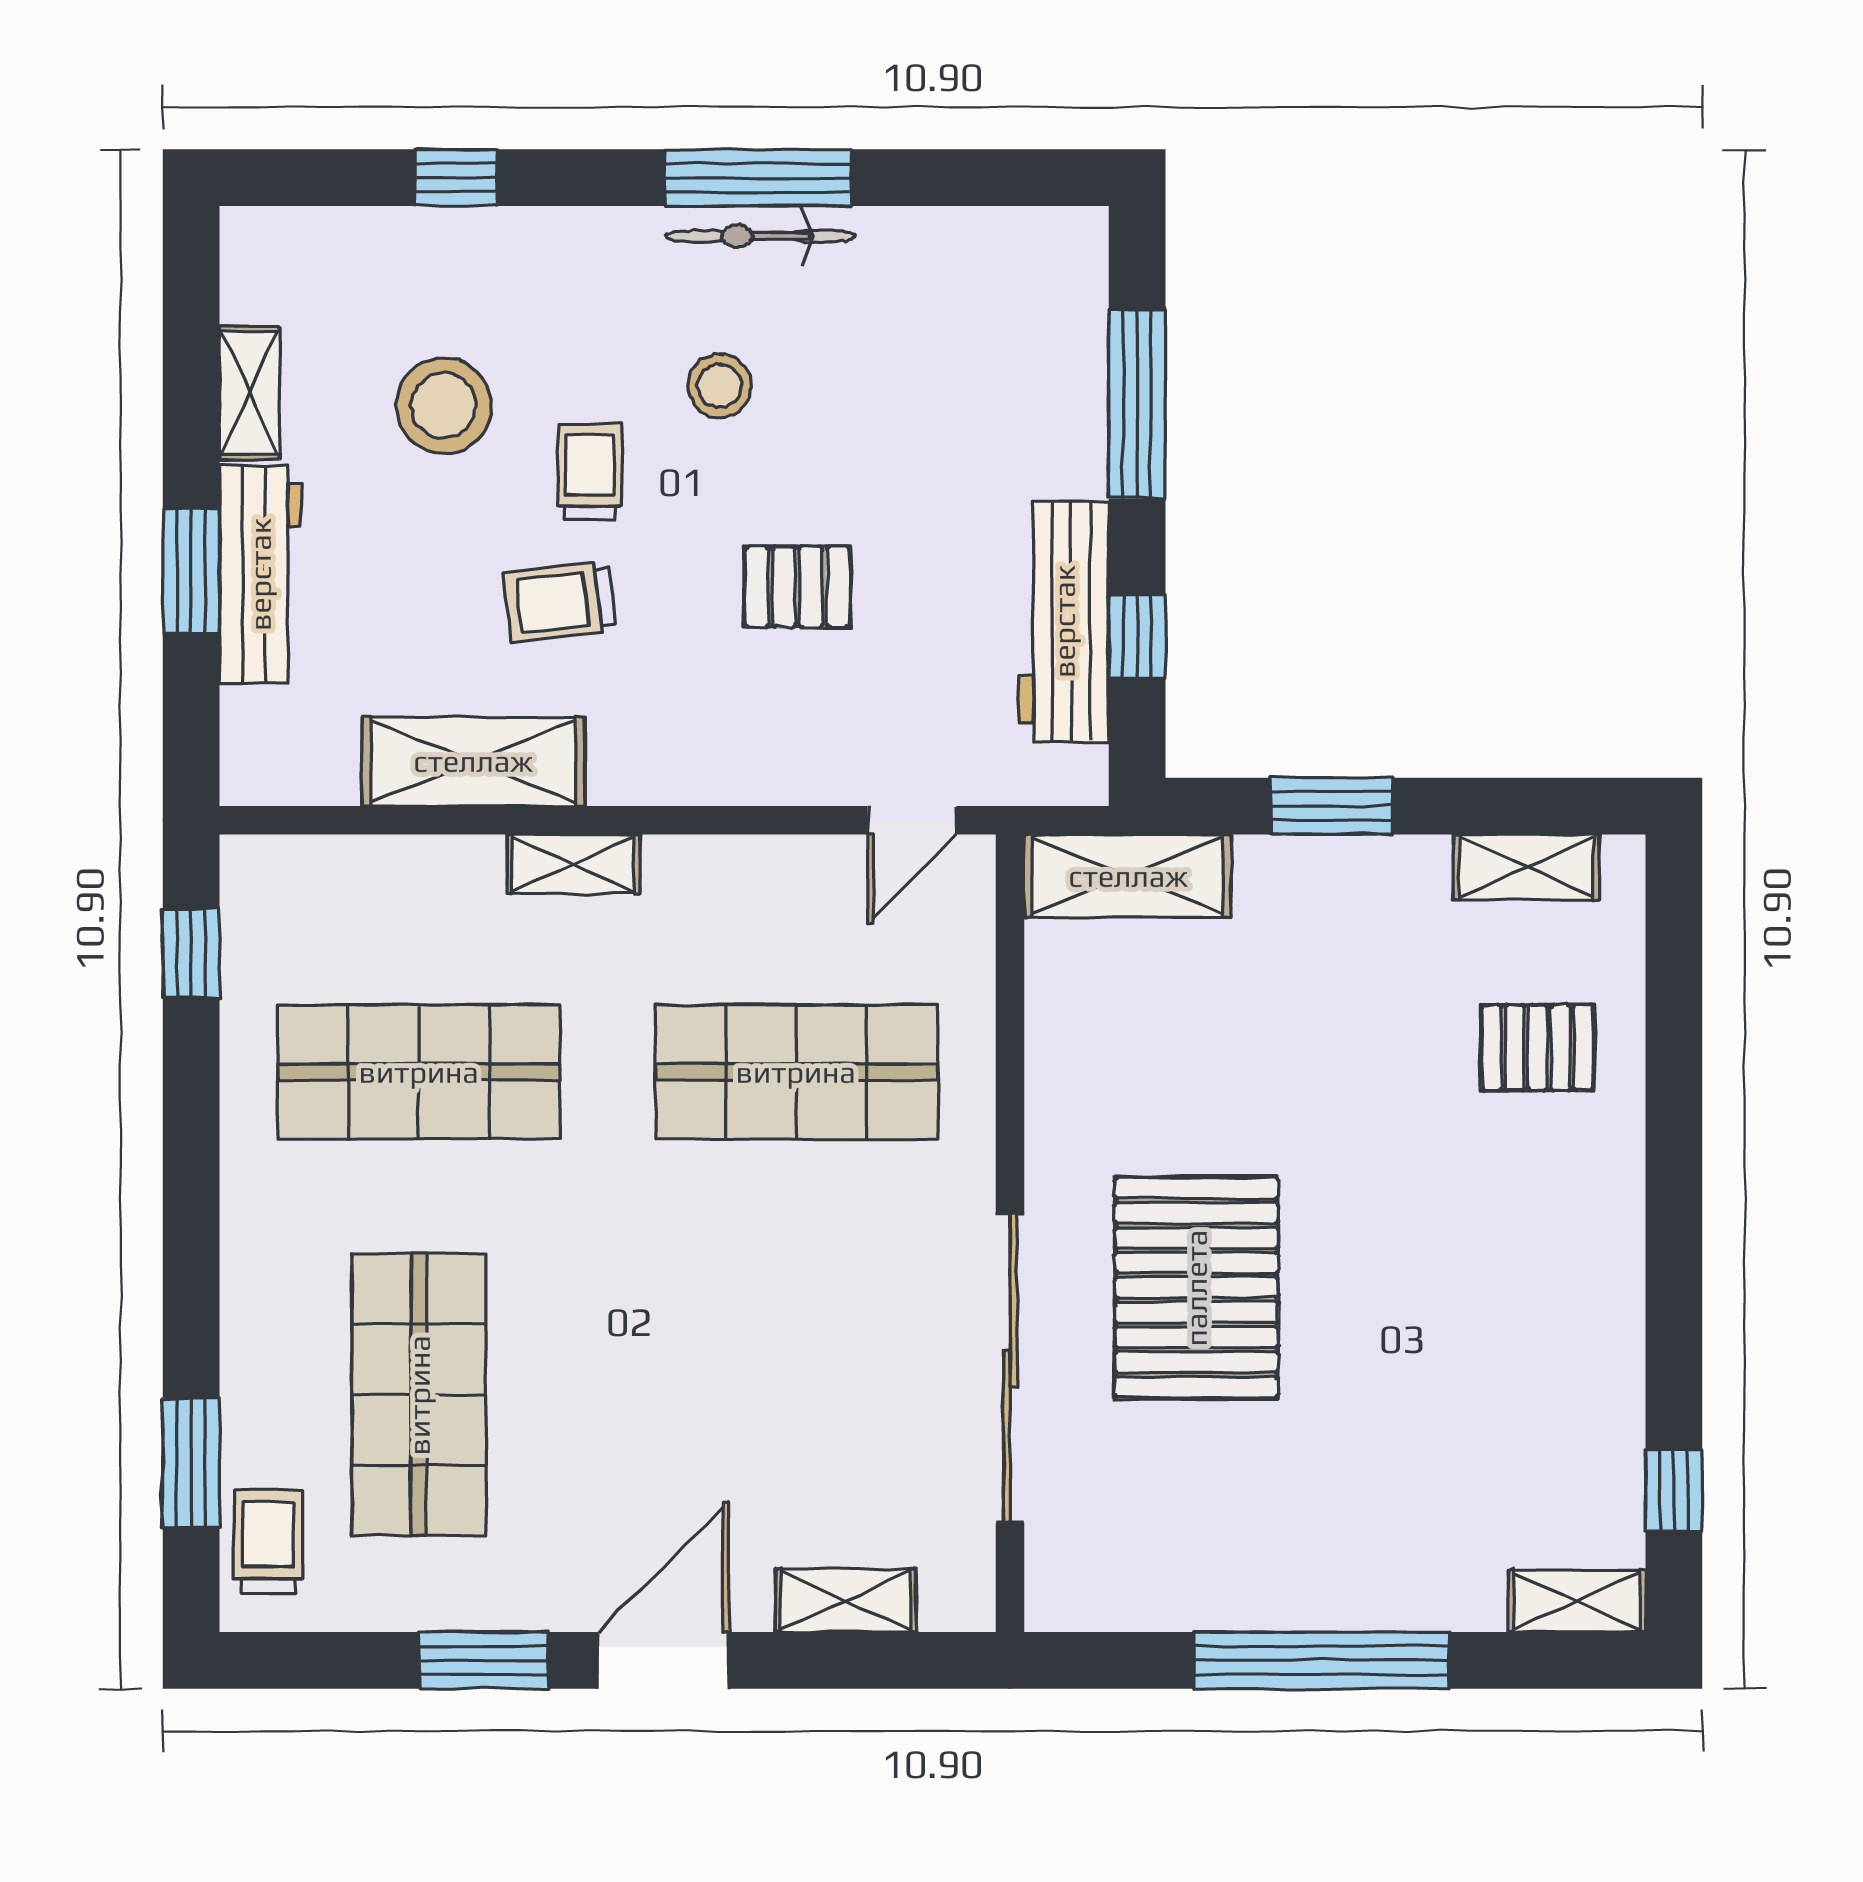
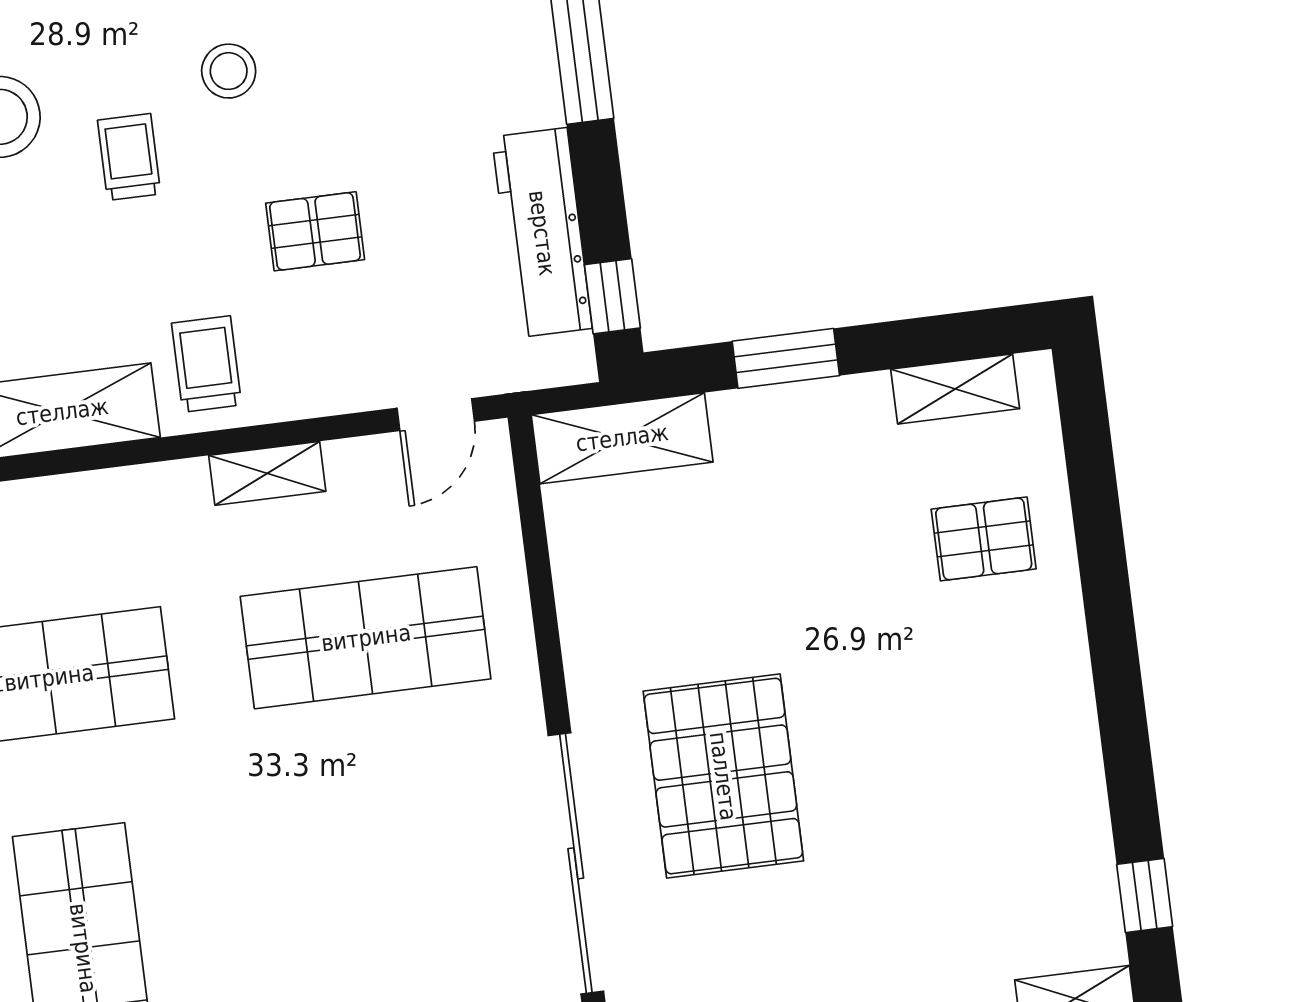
trolley: (560, 602) -> (207, 364), moved, turned 97
window: (1137, 636) -> (612, 296), moved
shelving: (573, 864) -> (267, 473), moved

